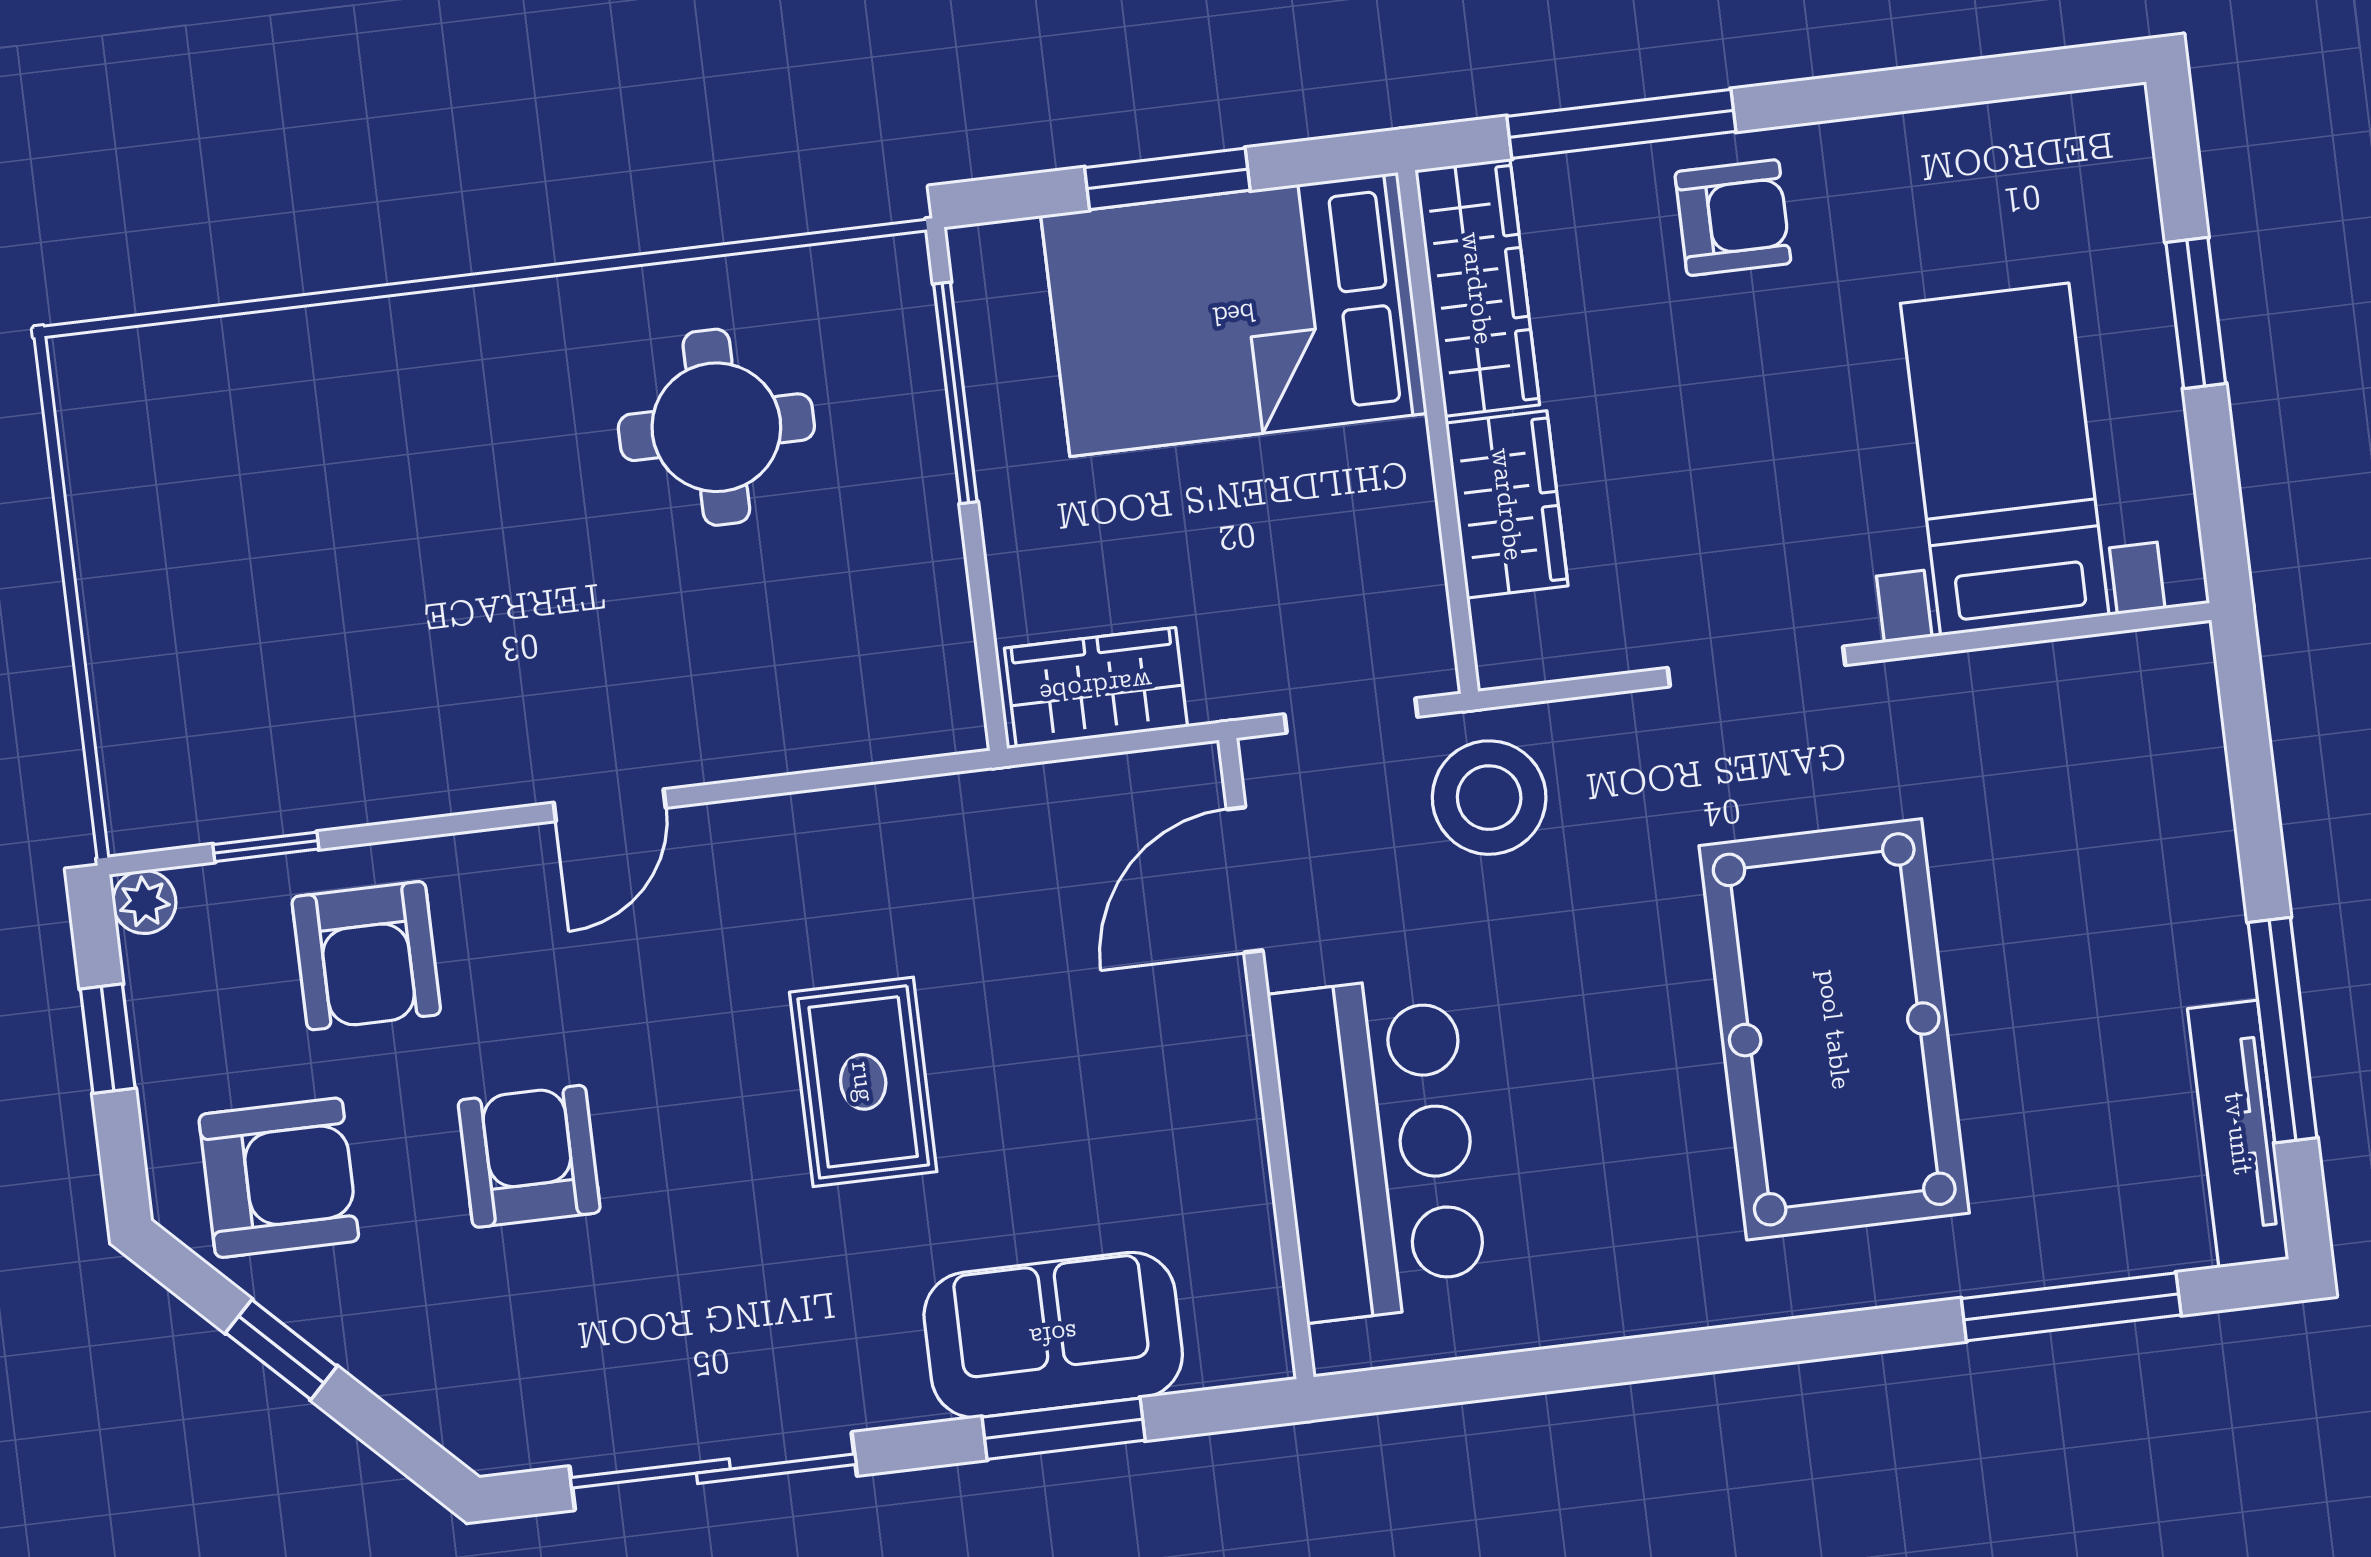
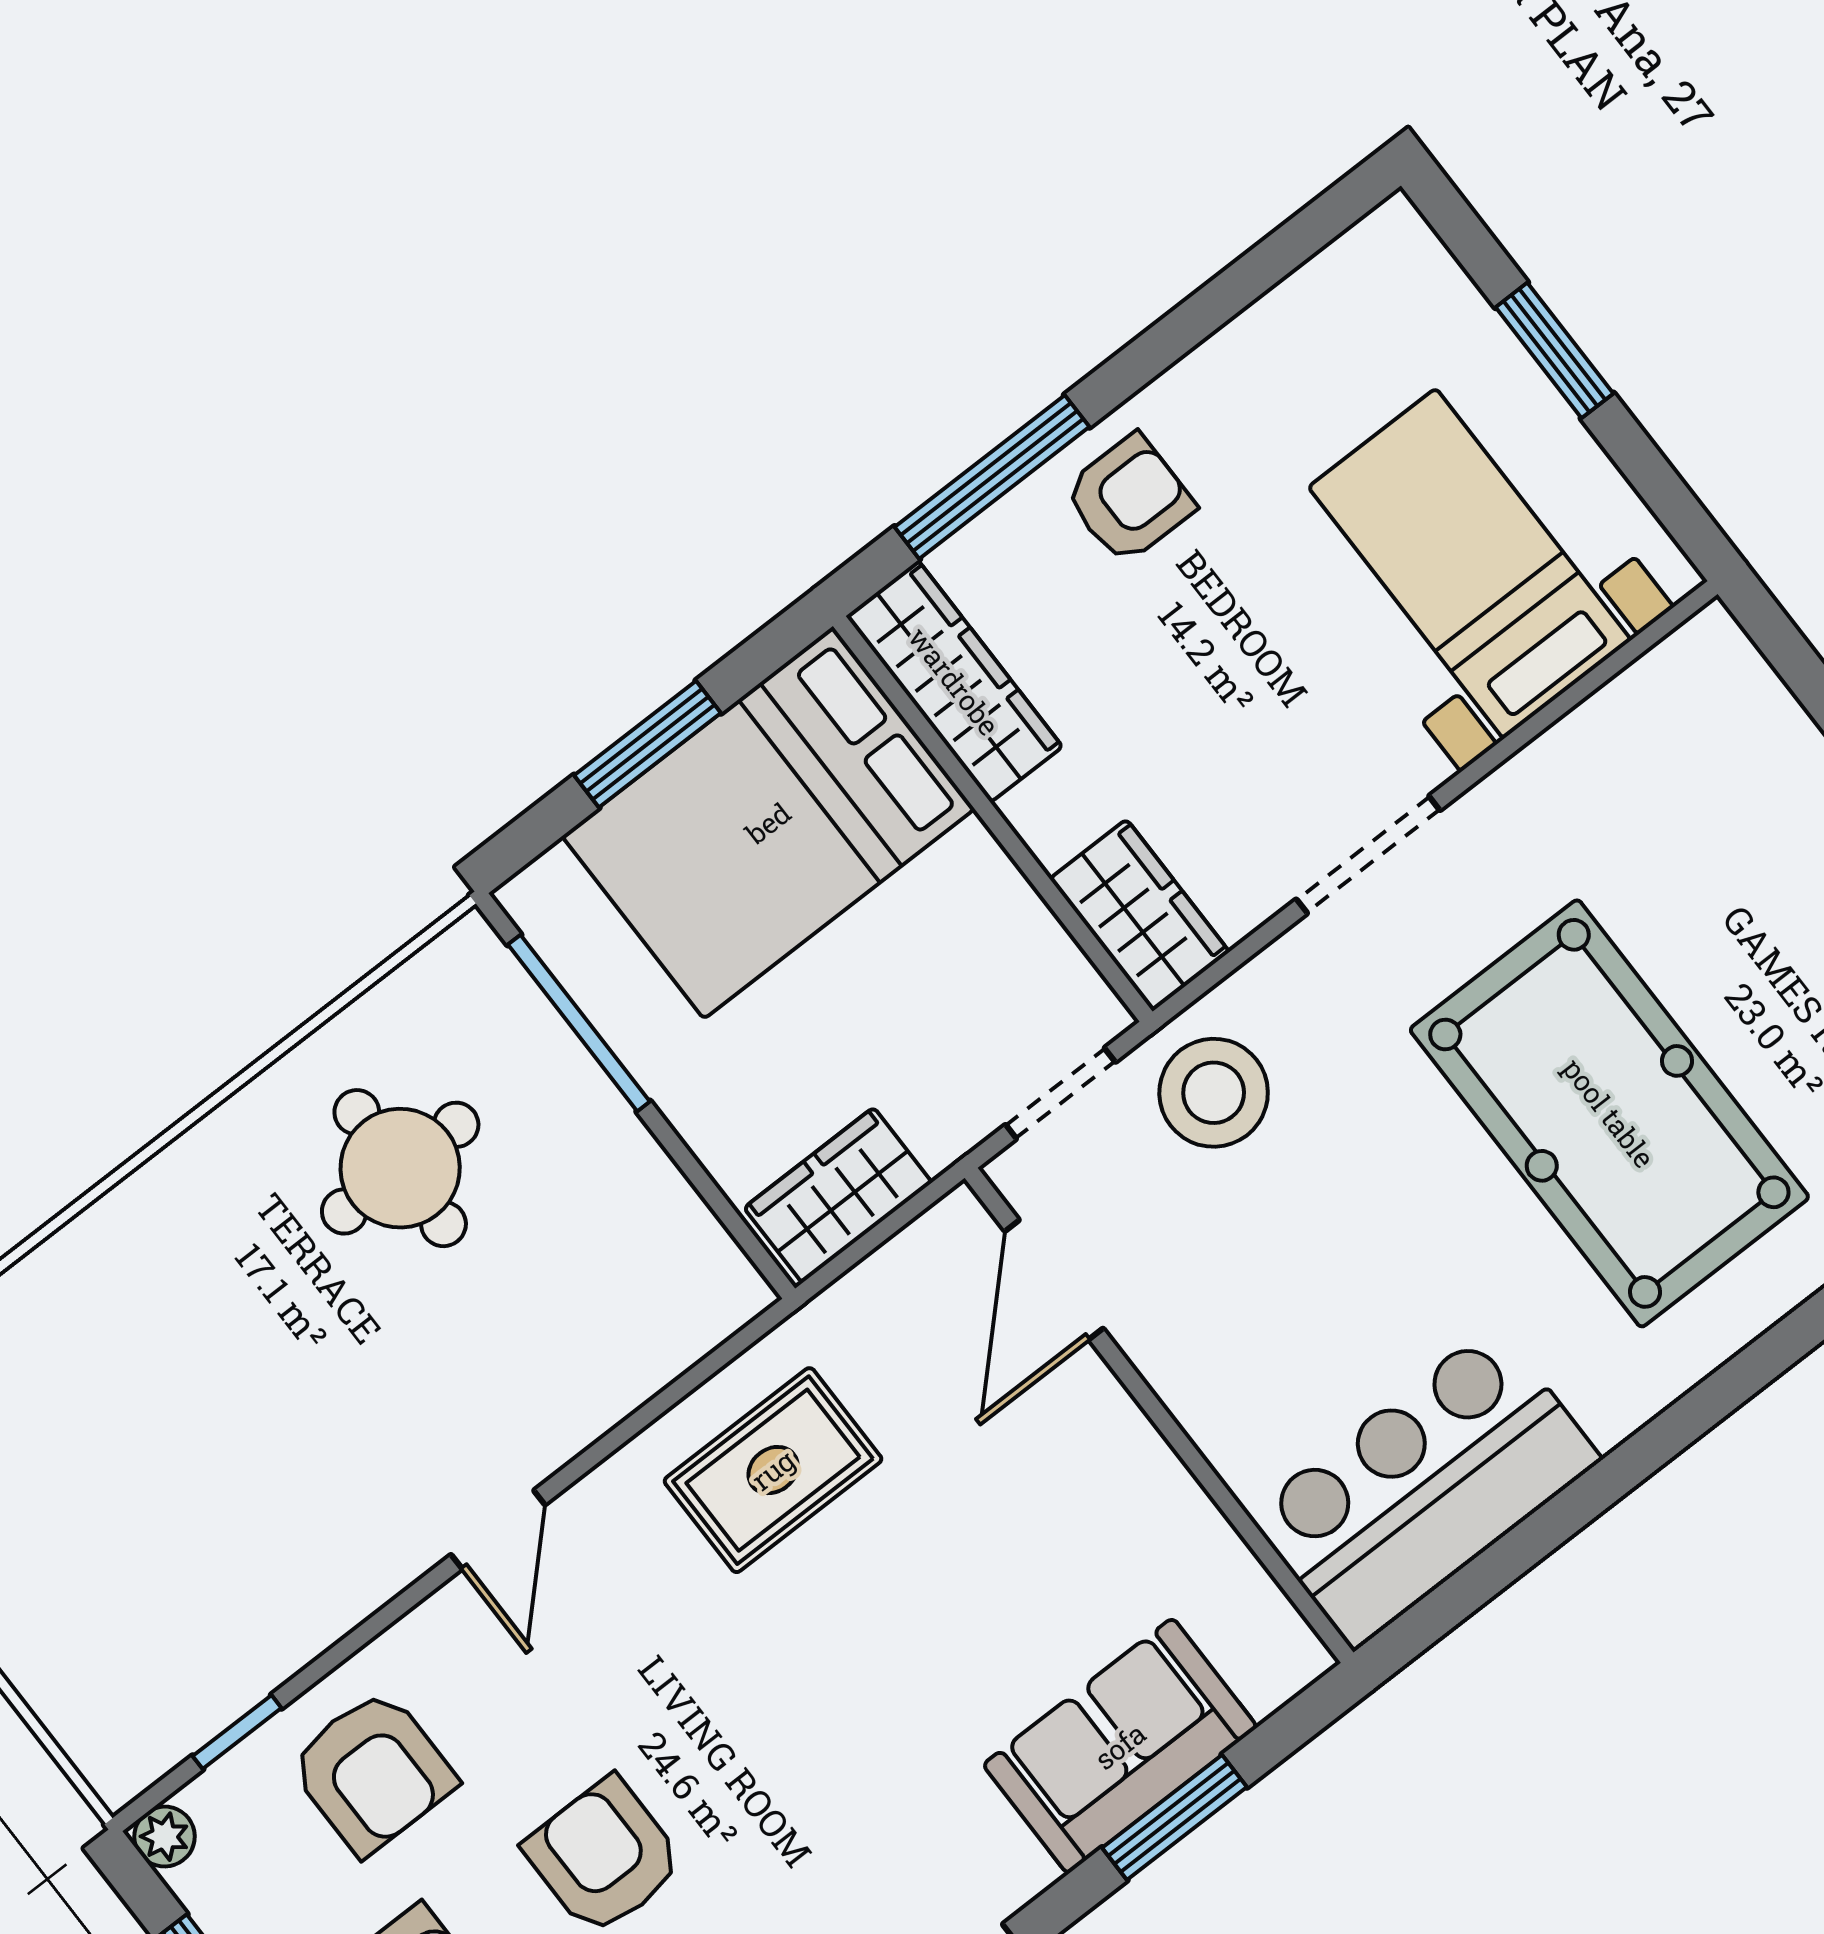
wardrobe: (1507, 504) -> (1140, 915), moved
rug: (863, 1082) -> (773, 1470), moved, turned 90
bar counter: (1378, 1148) -> (1425, 1487), moved, turned -90

